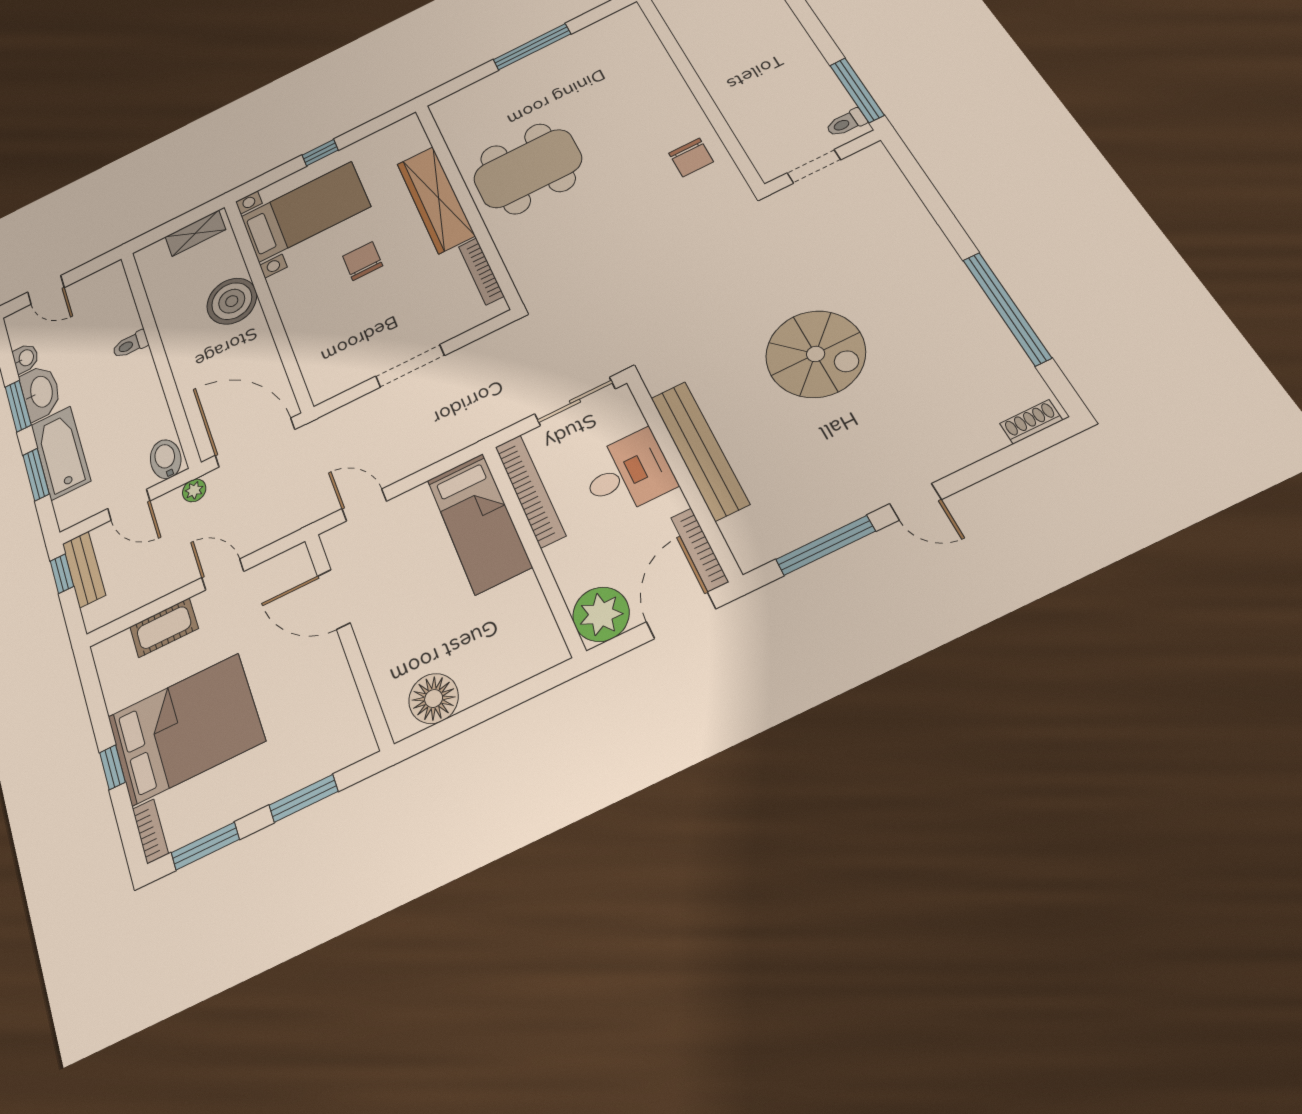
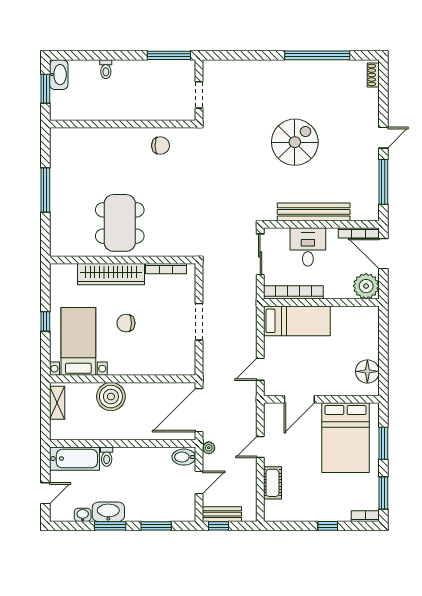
toilet: (846, 123) -> (106, 69), moved
bathtub: (61, 453) -> (74, 459), moved, turned 180
bed: (186, 729) -> (345, 438), moved, turned 180

